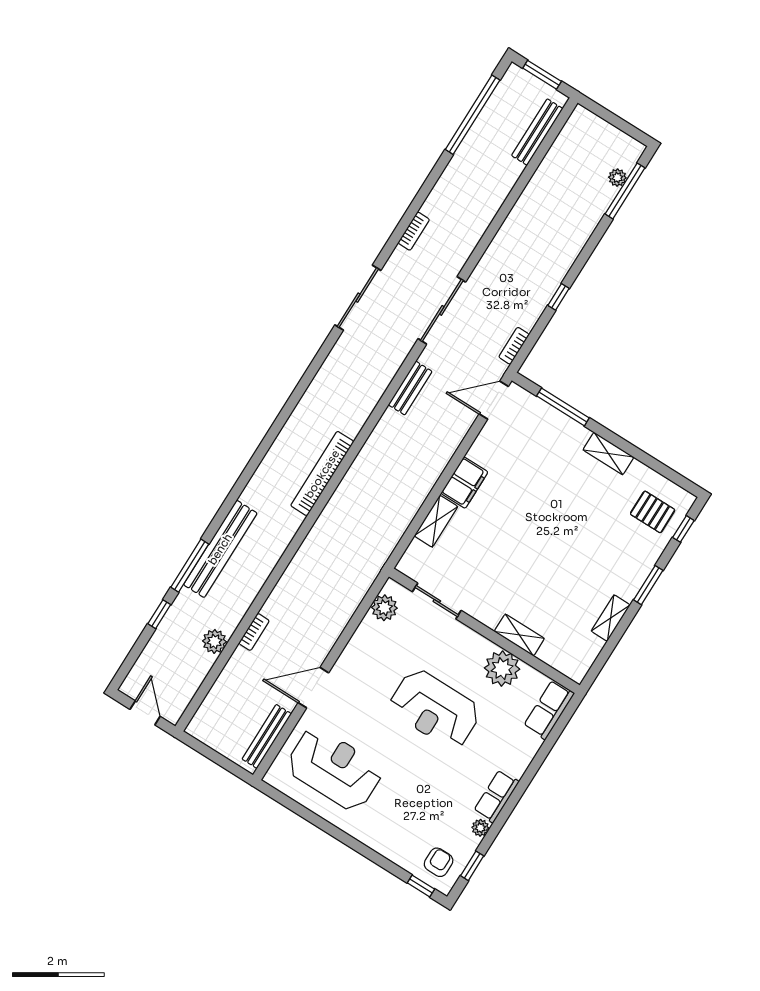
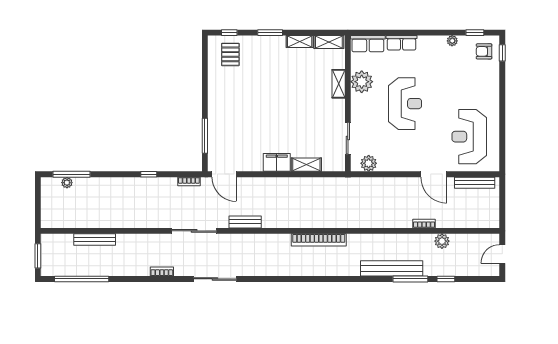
bench: (537, 132) -> (95, 240), moved
shelving: (608, 454) -> (329, 42), moved, turned 90
row of seats: (496, 796) -> (402, 43), moved

